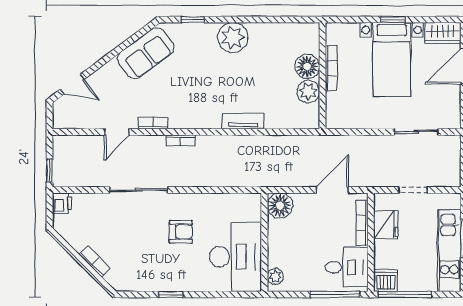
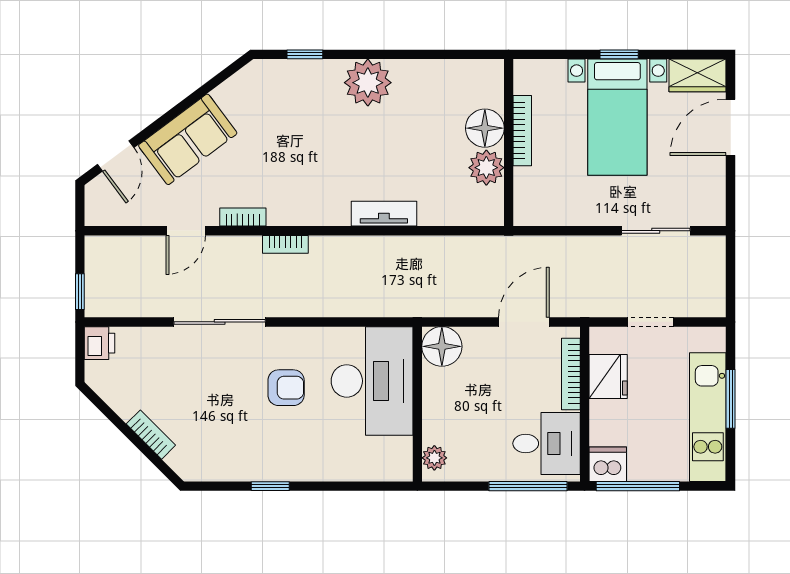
sofa: (146, 53) -> (188, 139), moved
door: (72, 84) -> (116, 156), hinge flipped
desk: (236, 257) -> (372, 381), moved

